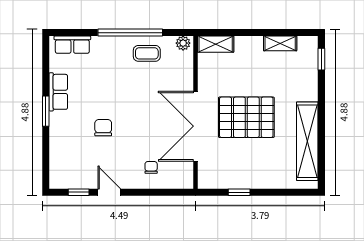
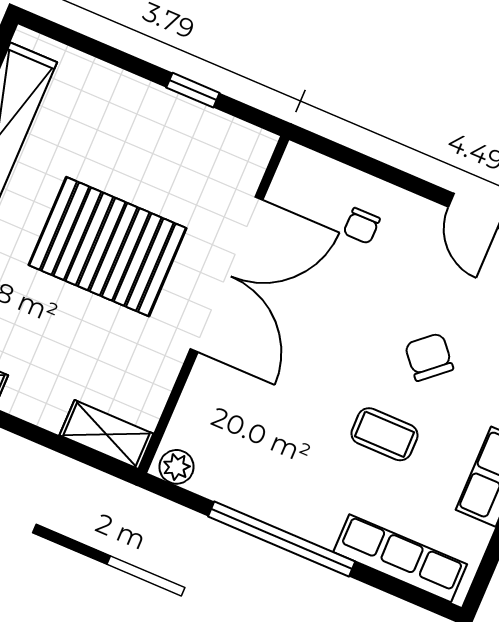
row of seats: (72, 45) -> (400, 558), width x1.48
coffee table: (147, 53) -> (385, 434), moved
chair: (103, 128) -> (429, 357), turned 139

